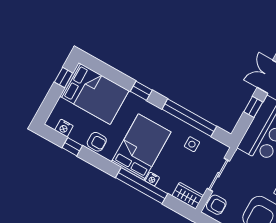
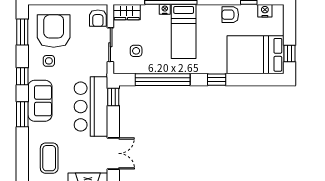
window: (253, 107) -> (113, 97), moved
side table: (192, 144) -> (136, 51), moved
bed: (141, 147) -> (184, 31), width x0.67
armchair: (216, 205) -> (98, 18), turned -90

